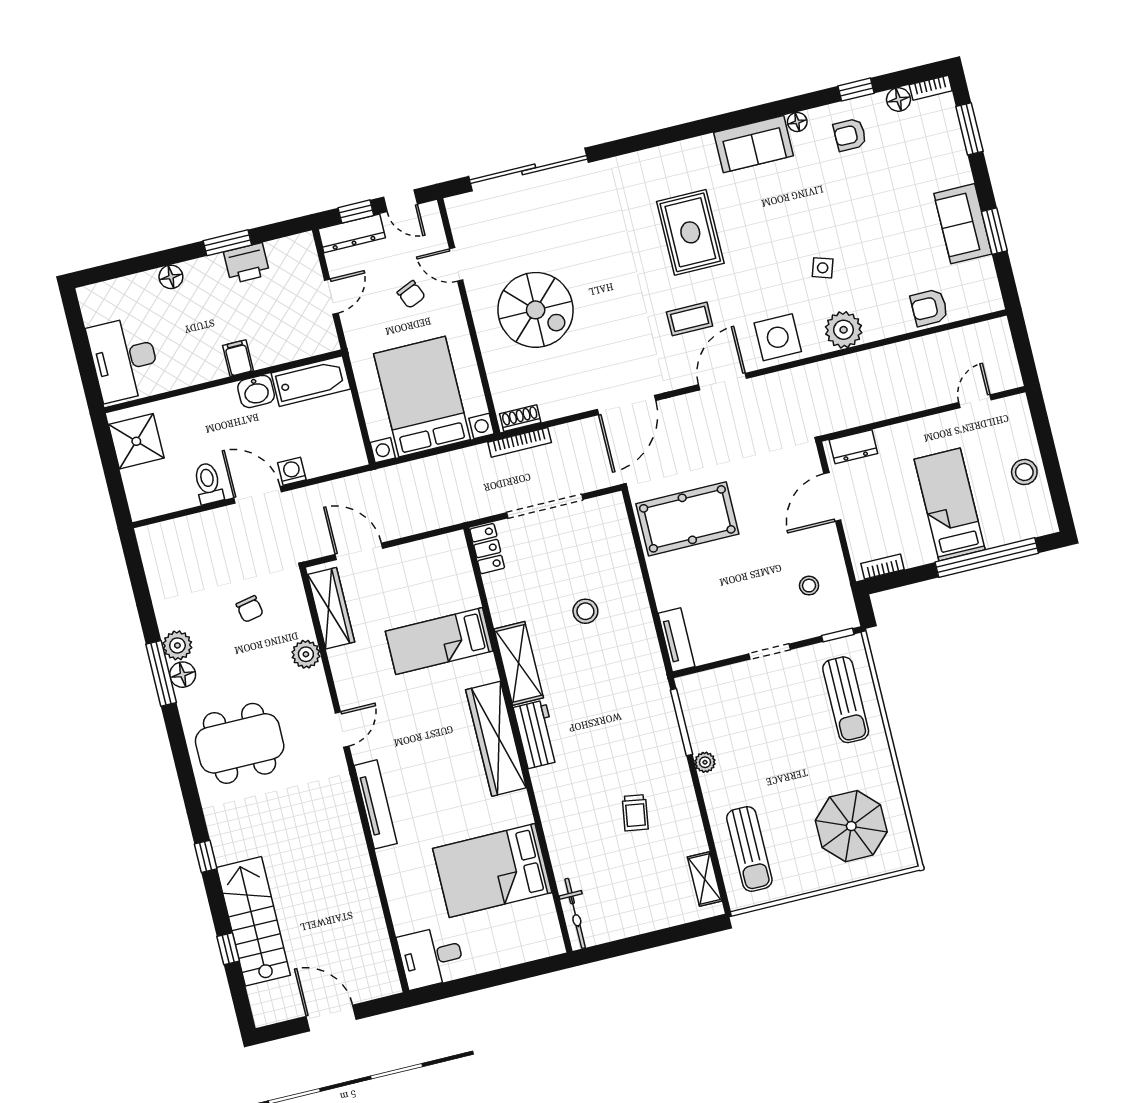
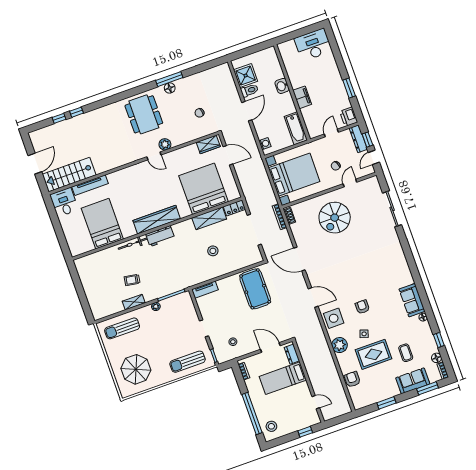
armchair: (850, 135) -> (362, 307), moved
sliding door: (529, 169) -> (392, 209), width x0.73
sofa: (963, 224) -> (413, 381), moved
rug: (690, 232) -> (373, 354), moved
printer: (247, 263) -> (349, 117), moved
floor lamp: (171, 277) -> (333, 66), removed
door: (331, 297) -> (331, 133), swing flipped
coffee table: (690, 319) -> (406, 353), moved
filing cabinet: (238, 358) -> (302, 97), width x2.00
desk: (124, 359) -> (313, 45), moved
washbasin: (256, 391) -> (282, 86), moved
window: (1044, 434) -> (305, 432), added
shower: (136, 441) -> (246, 76), moved
washing machine: (292, 471) -> (265, 144), moved
stool: (1024, 472) -> (271, 426), moved
bed: (950, 504) -> (283, 378), moved, turned 180
door: (359, 551) -> (228, 155), hinge flipped
wardrobe: (331, 608) -> (208, 144), width x0.67
bed: (439, 641) -> (204, 189), width x2.04
plant: (177, 645) -> (181, 85), removed
plant: (306, 654) -> (165, 144), moved
shelving: (519, 663) -> (209, 218), moved
tv unit: (376, 804) -> (90, 185), moved
window: (206, 856) -> (76, 112), moved
shelving: (705, 879) -> (134, 302), moved
bicycle: (575, 913) -> (132, 244), moved
stairs: (253, 921) -> (69, 175), moved, turned 180

